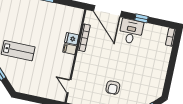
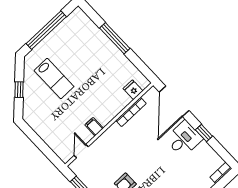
fridge: (72, 39) -> (133, 90), moved
filing cabinet: (70, 49) -> (94, 127), moved

